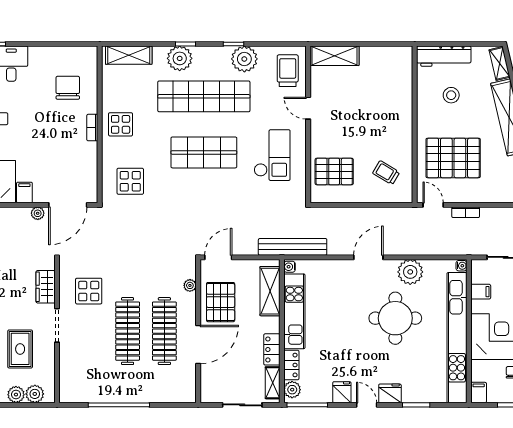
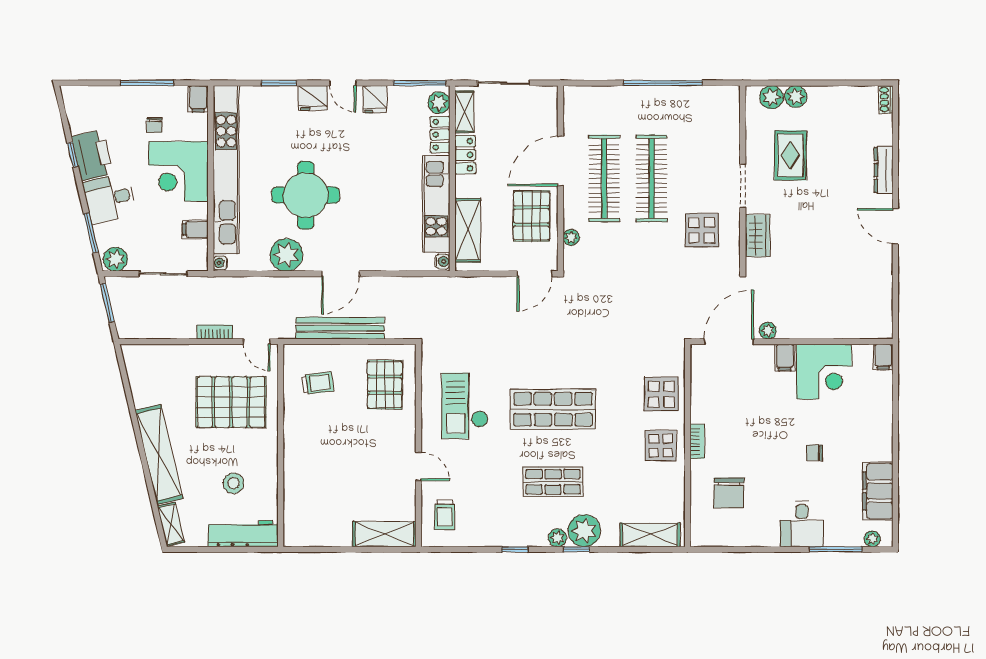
plant: (244, 59) -> (558, 538), moved, width x0.53, depth x0.53
trolley: (288, 71) -> (445, 515), width x0.73, depth x0.72
shop shelf: (204, 96) -> (553, 482), width x0.50, depth x0.74
pallet: (334, 171) -> (385, 385), turned 90
trolley: (386, 173) -> (318, 383), turned -38
display table: (130, 181) -> (661, 394), moved
bench: (293, 247) -> (340, 328), moved

